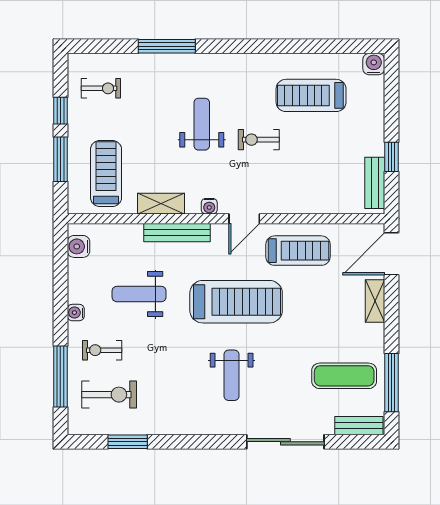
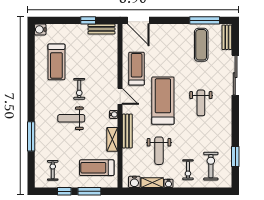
shelving: (375, 301) -> (152, 183), moved
weight bench: (232, 375) -> (201, 103), turned 90
window: (60, 376) -> (202, 191), removed

